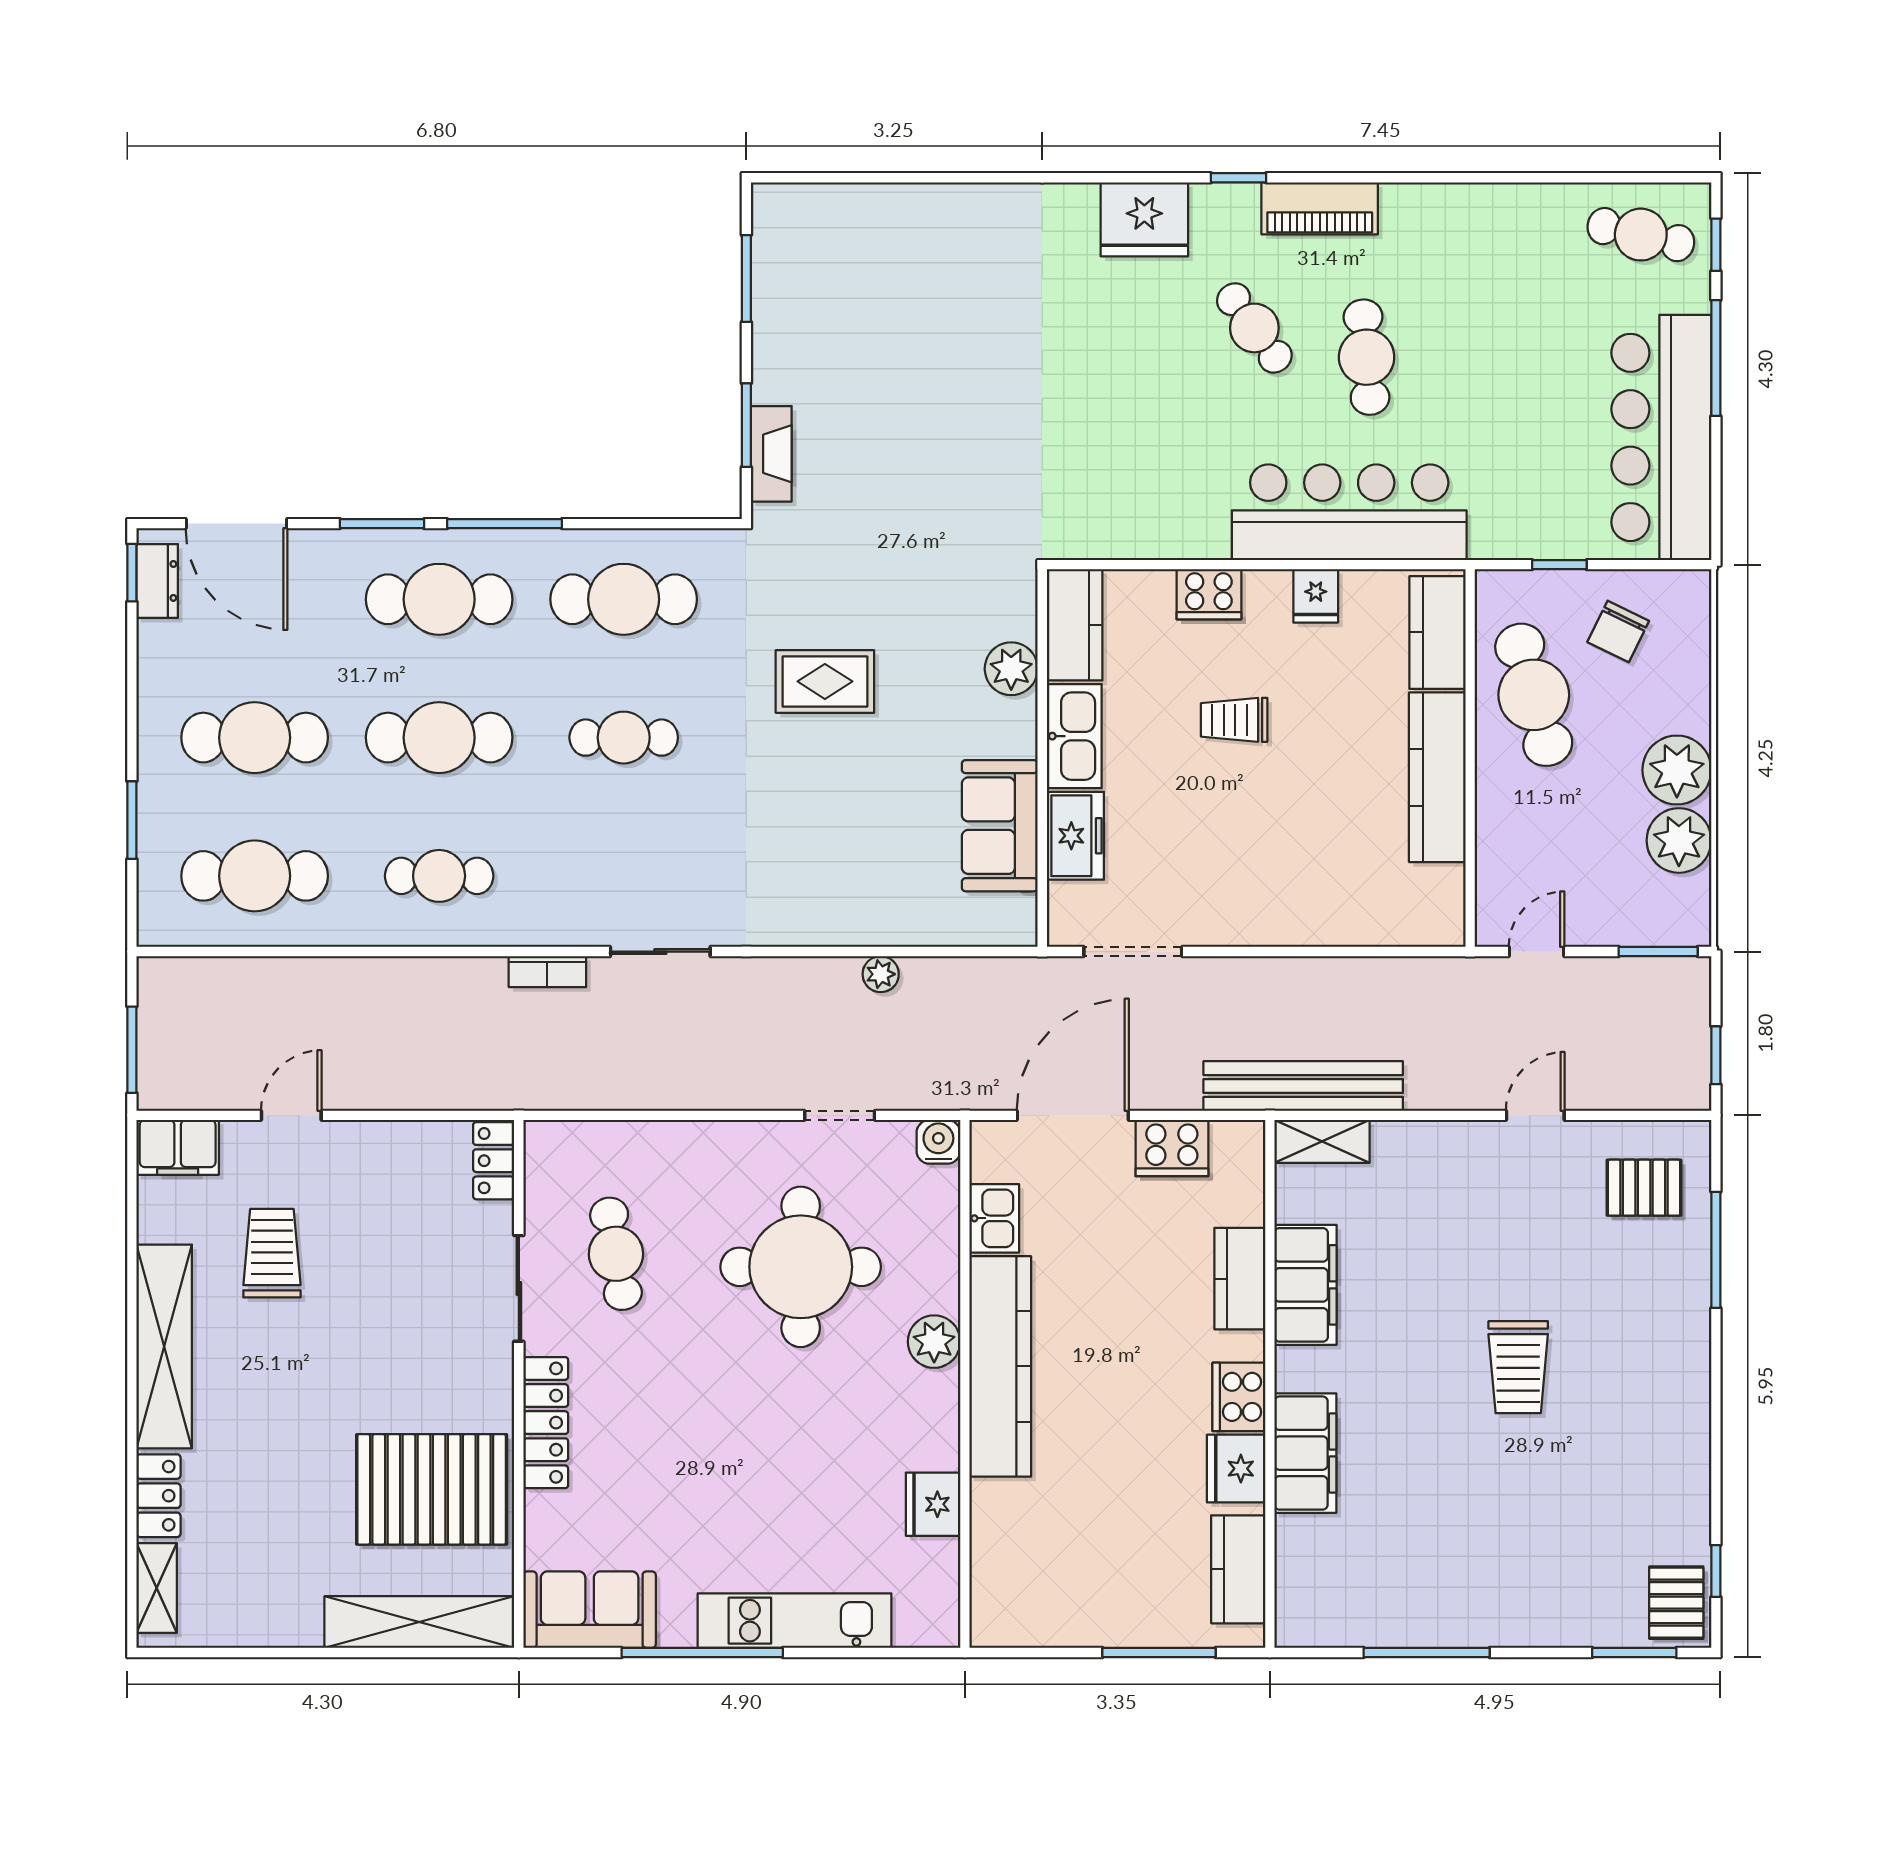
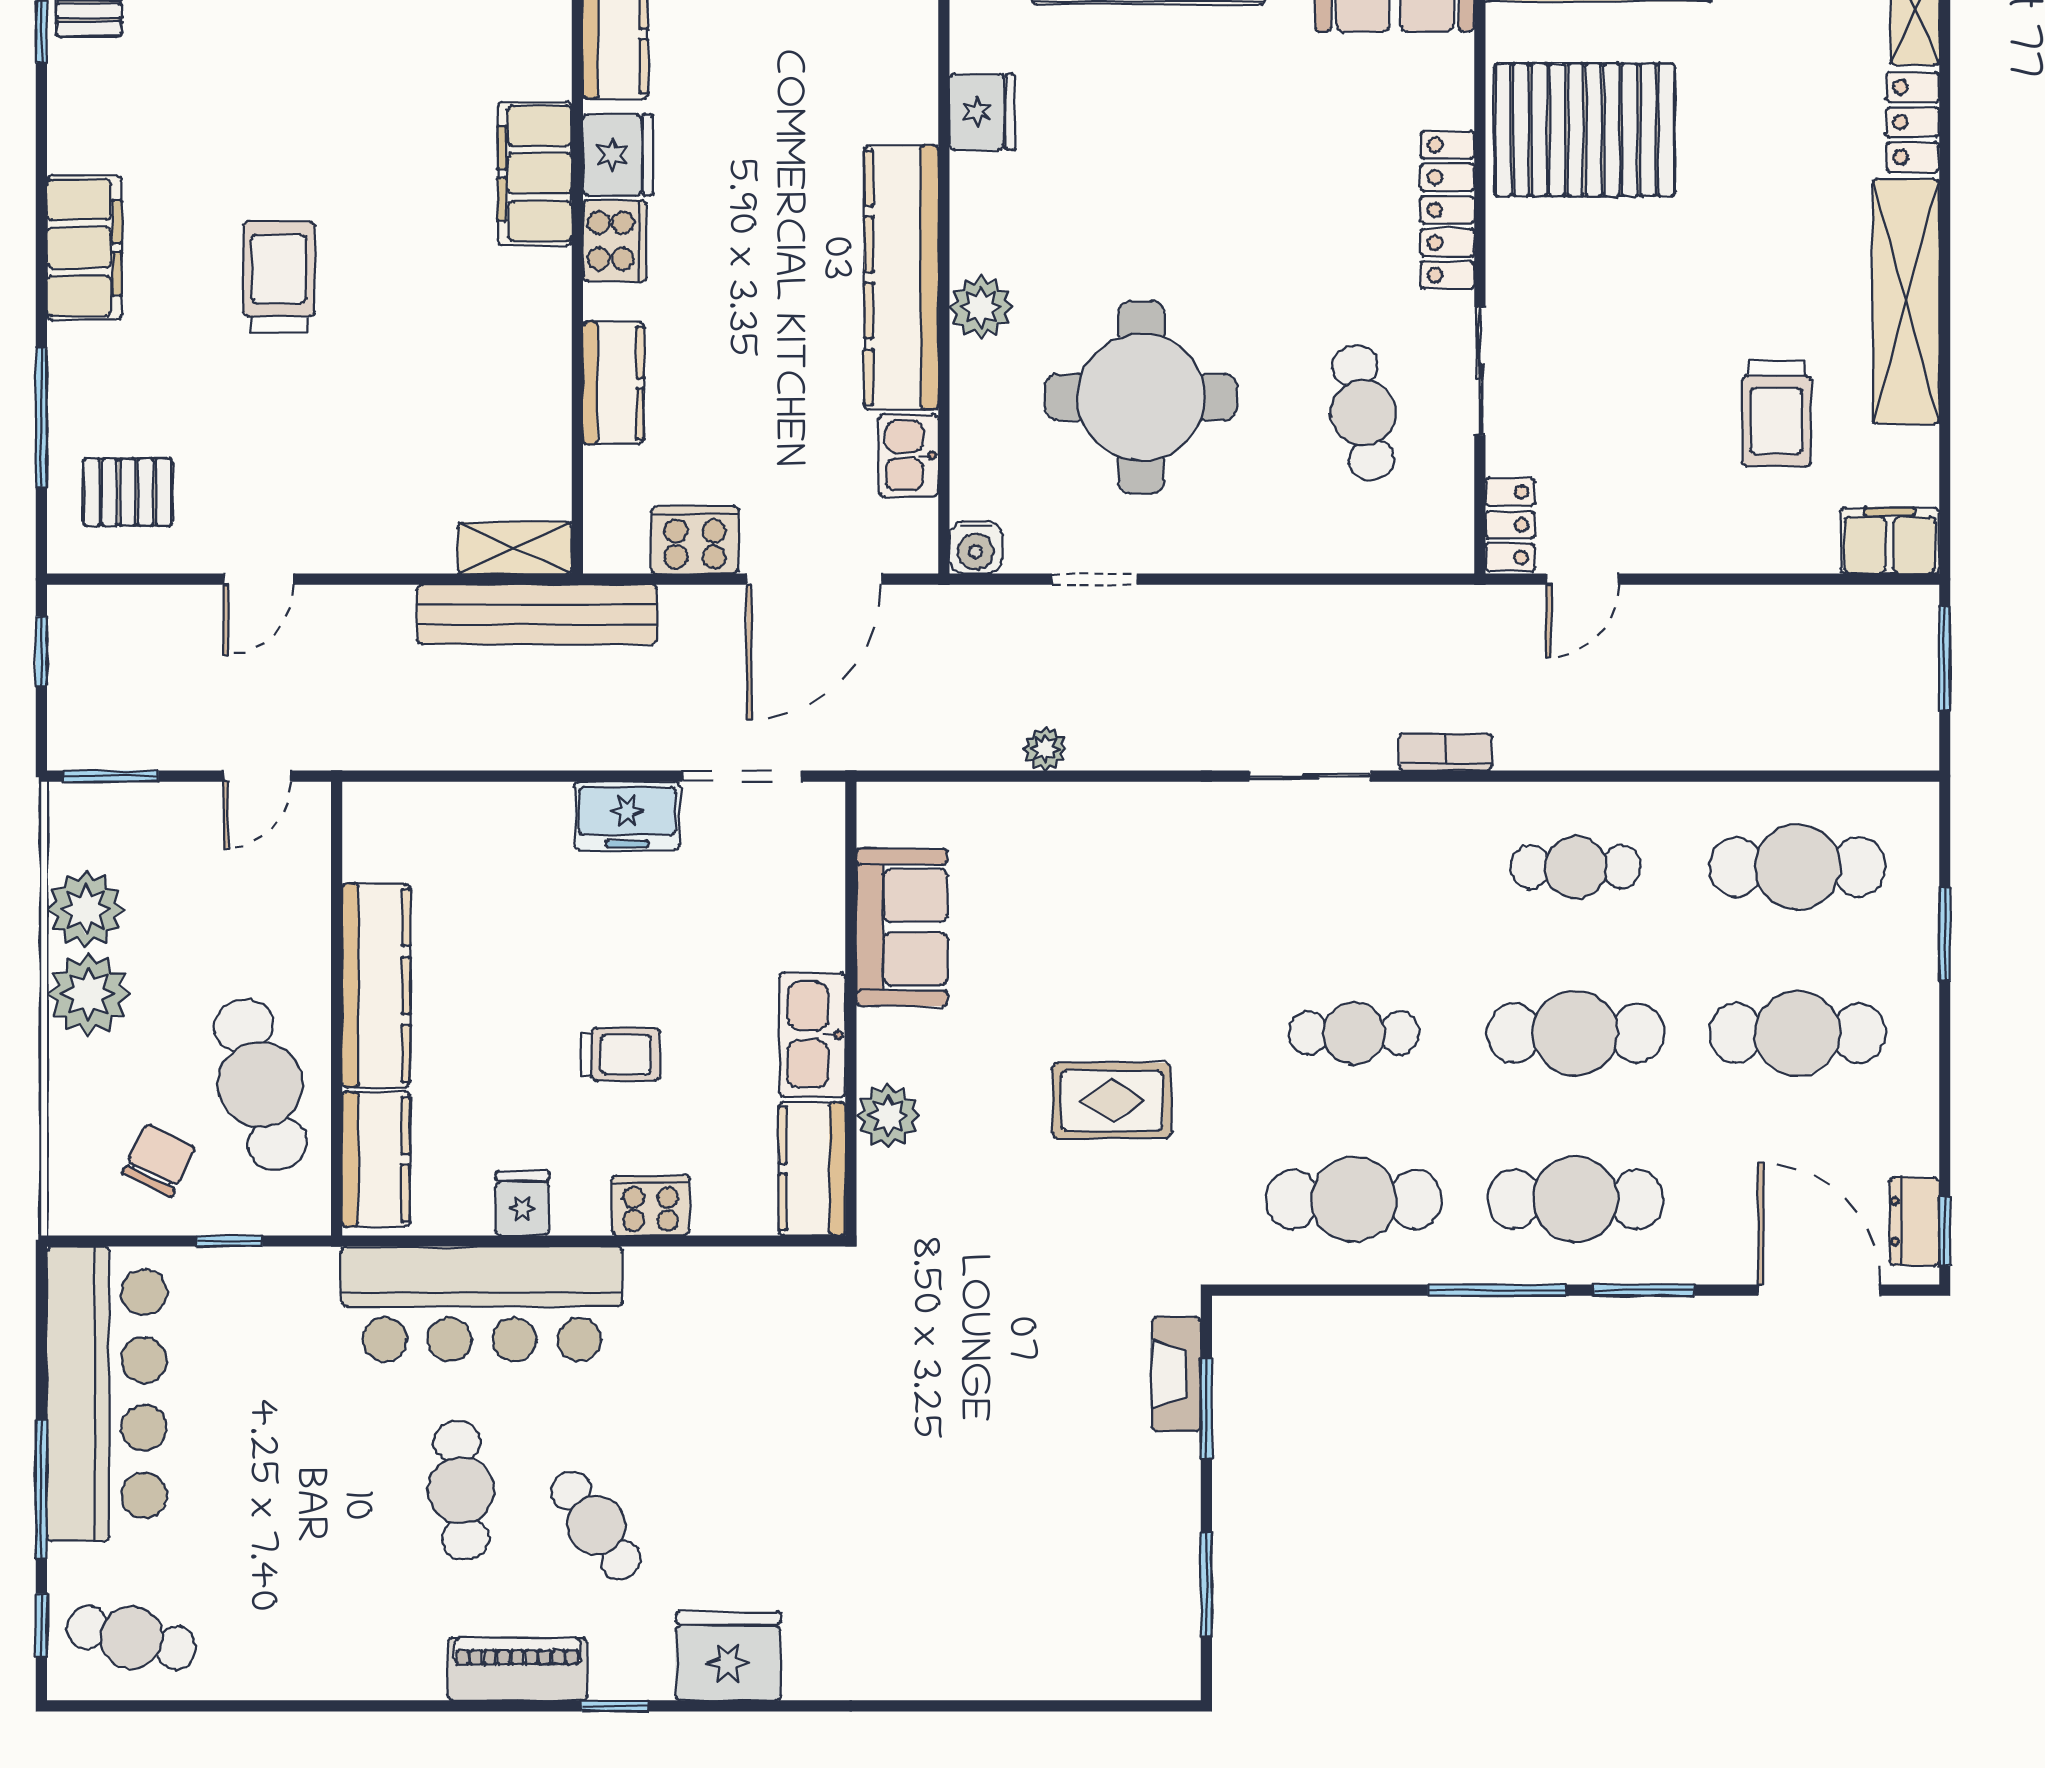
freezer: (1075, 836) -> (627, 816), moved, turned -90
door: (291, 1115) -> (1582, 579), moved
filing cabinet: (1305, 1285) -> (84, 248), moved, turned 180

